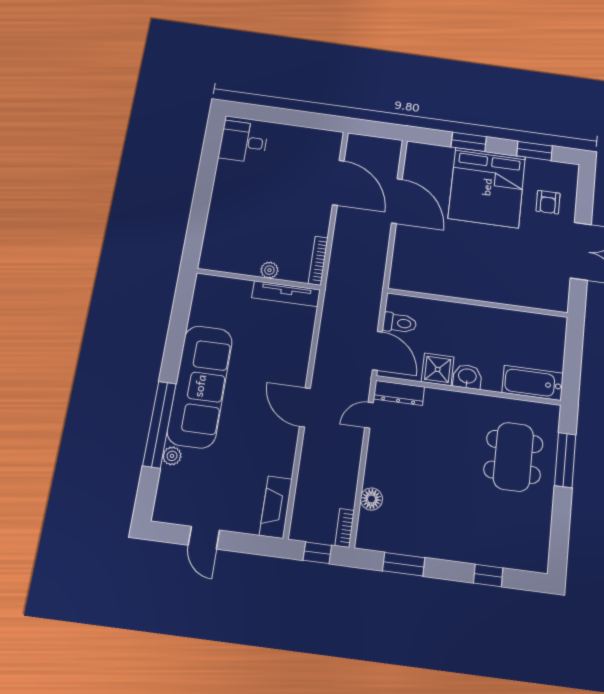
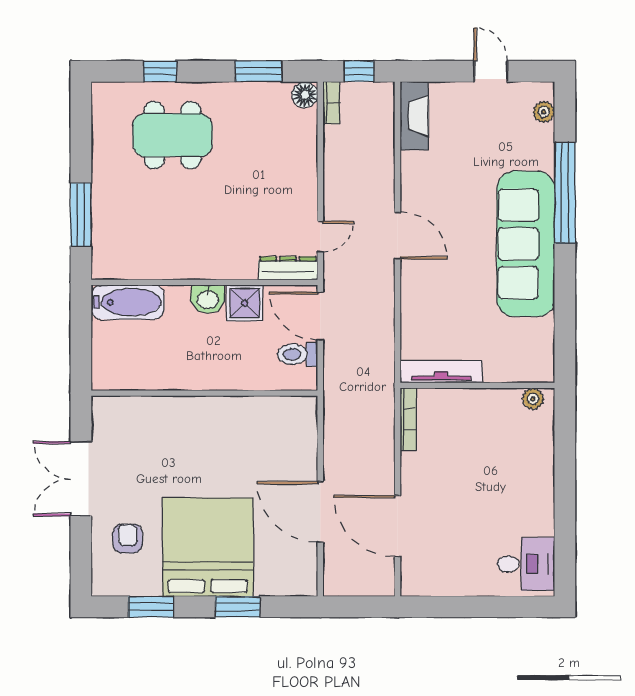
plant: (269, 270) -> (533, 399), moved
plant: (172, 456) -> (544, 112), moved
dining table: (513, 457) -> (172, 135), moved, turned 90
floor lamp: (371, 499) -> (305, 95), moved

